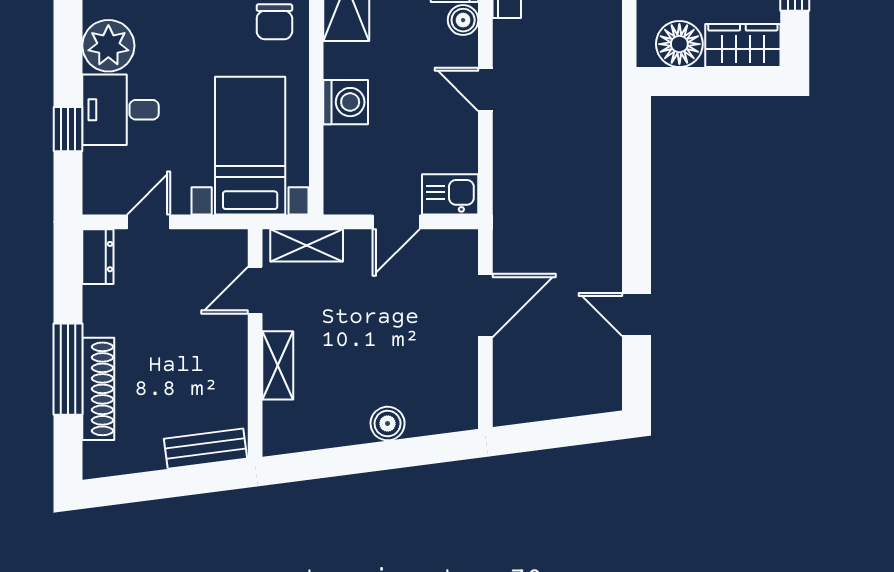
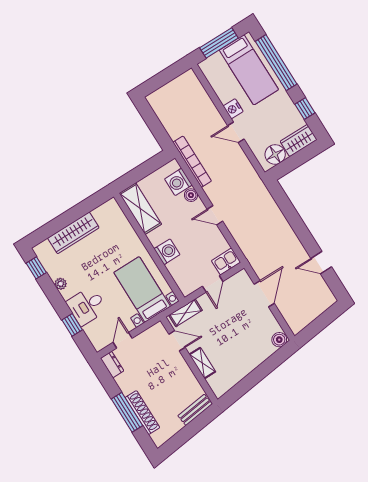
chair: (274, 22) -> (123, 239), removed
plant: (108, 46) -> (61, 284), width x0.53, depth x0.53
door: (255, 290) -> (177, 341), swing flipped
boiler: (388, 424) -> (279, 340), moved

